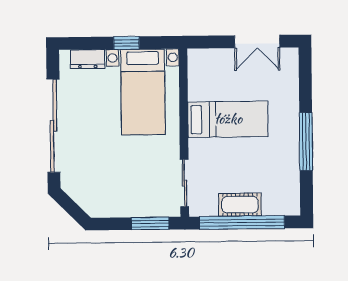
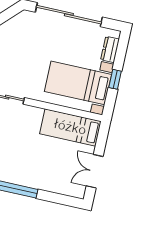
bed: (228, 119) -> (70, 127), moved, turned 90

